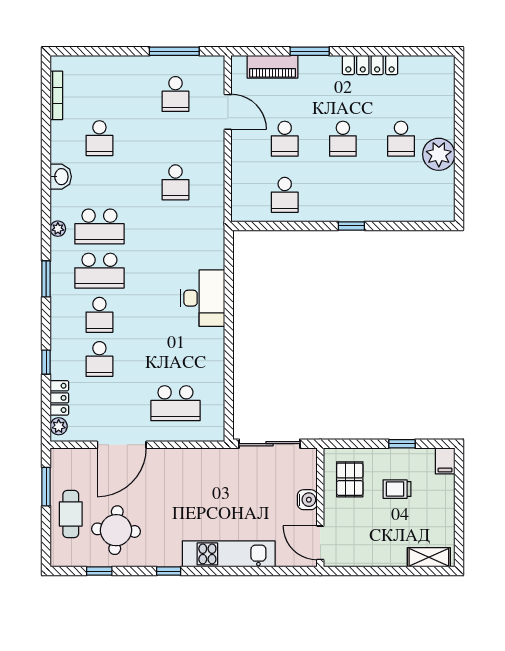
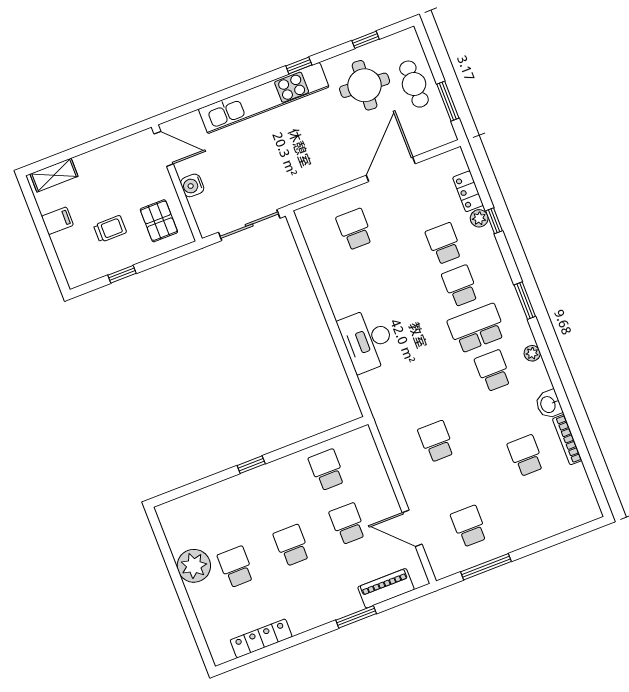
locker: (370, 65) -> (261, 638), moved
bookcase: (56, 95) -> (567, 440), moved
school desk: (99, 226) -> (493, 371), width x0.54
school desk: (175, 403) -> (355, 229), width x0.54
plant: (59, 426) -> (479, 218), moved
filing cabinet: (445, 461) -> (57, 221), moved, turned 90
kitchen unit: (229, 554) -> (264, 98), width x1.36

